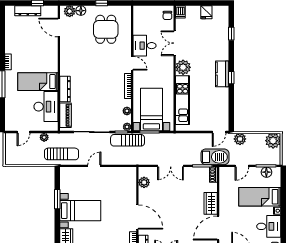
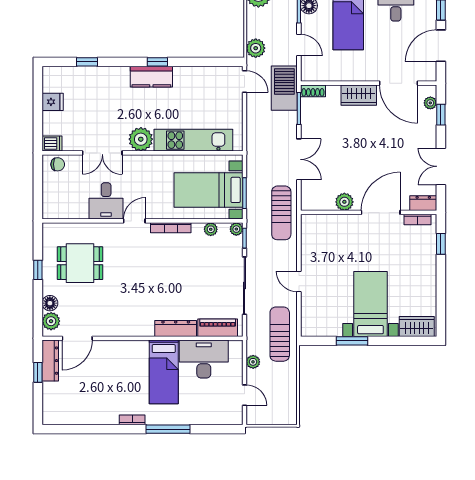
dresser: (28, 11) -> (50, 361), moved
sun lounger: (128, 140) -> (281, 213), moved
plant: (144, 182) -> (344, 202), moved

